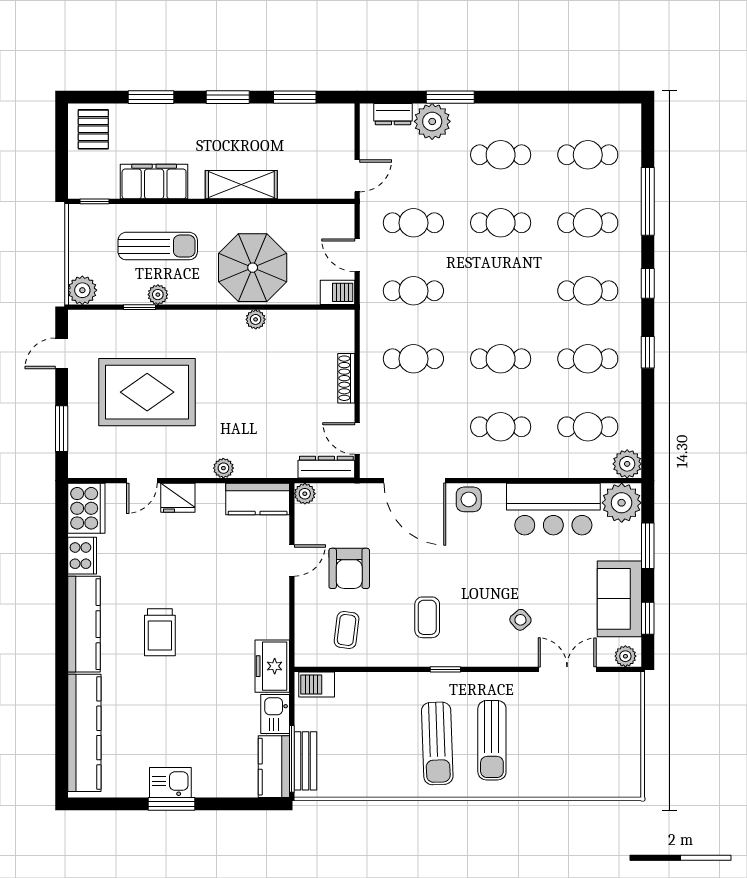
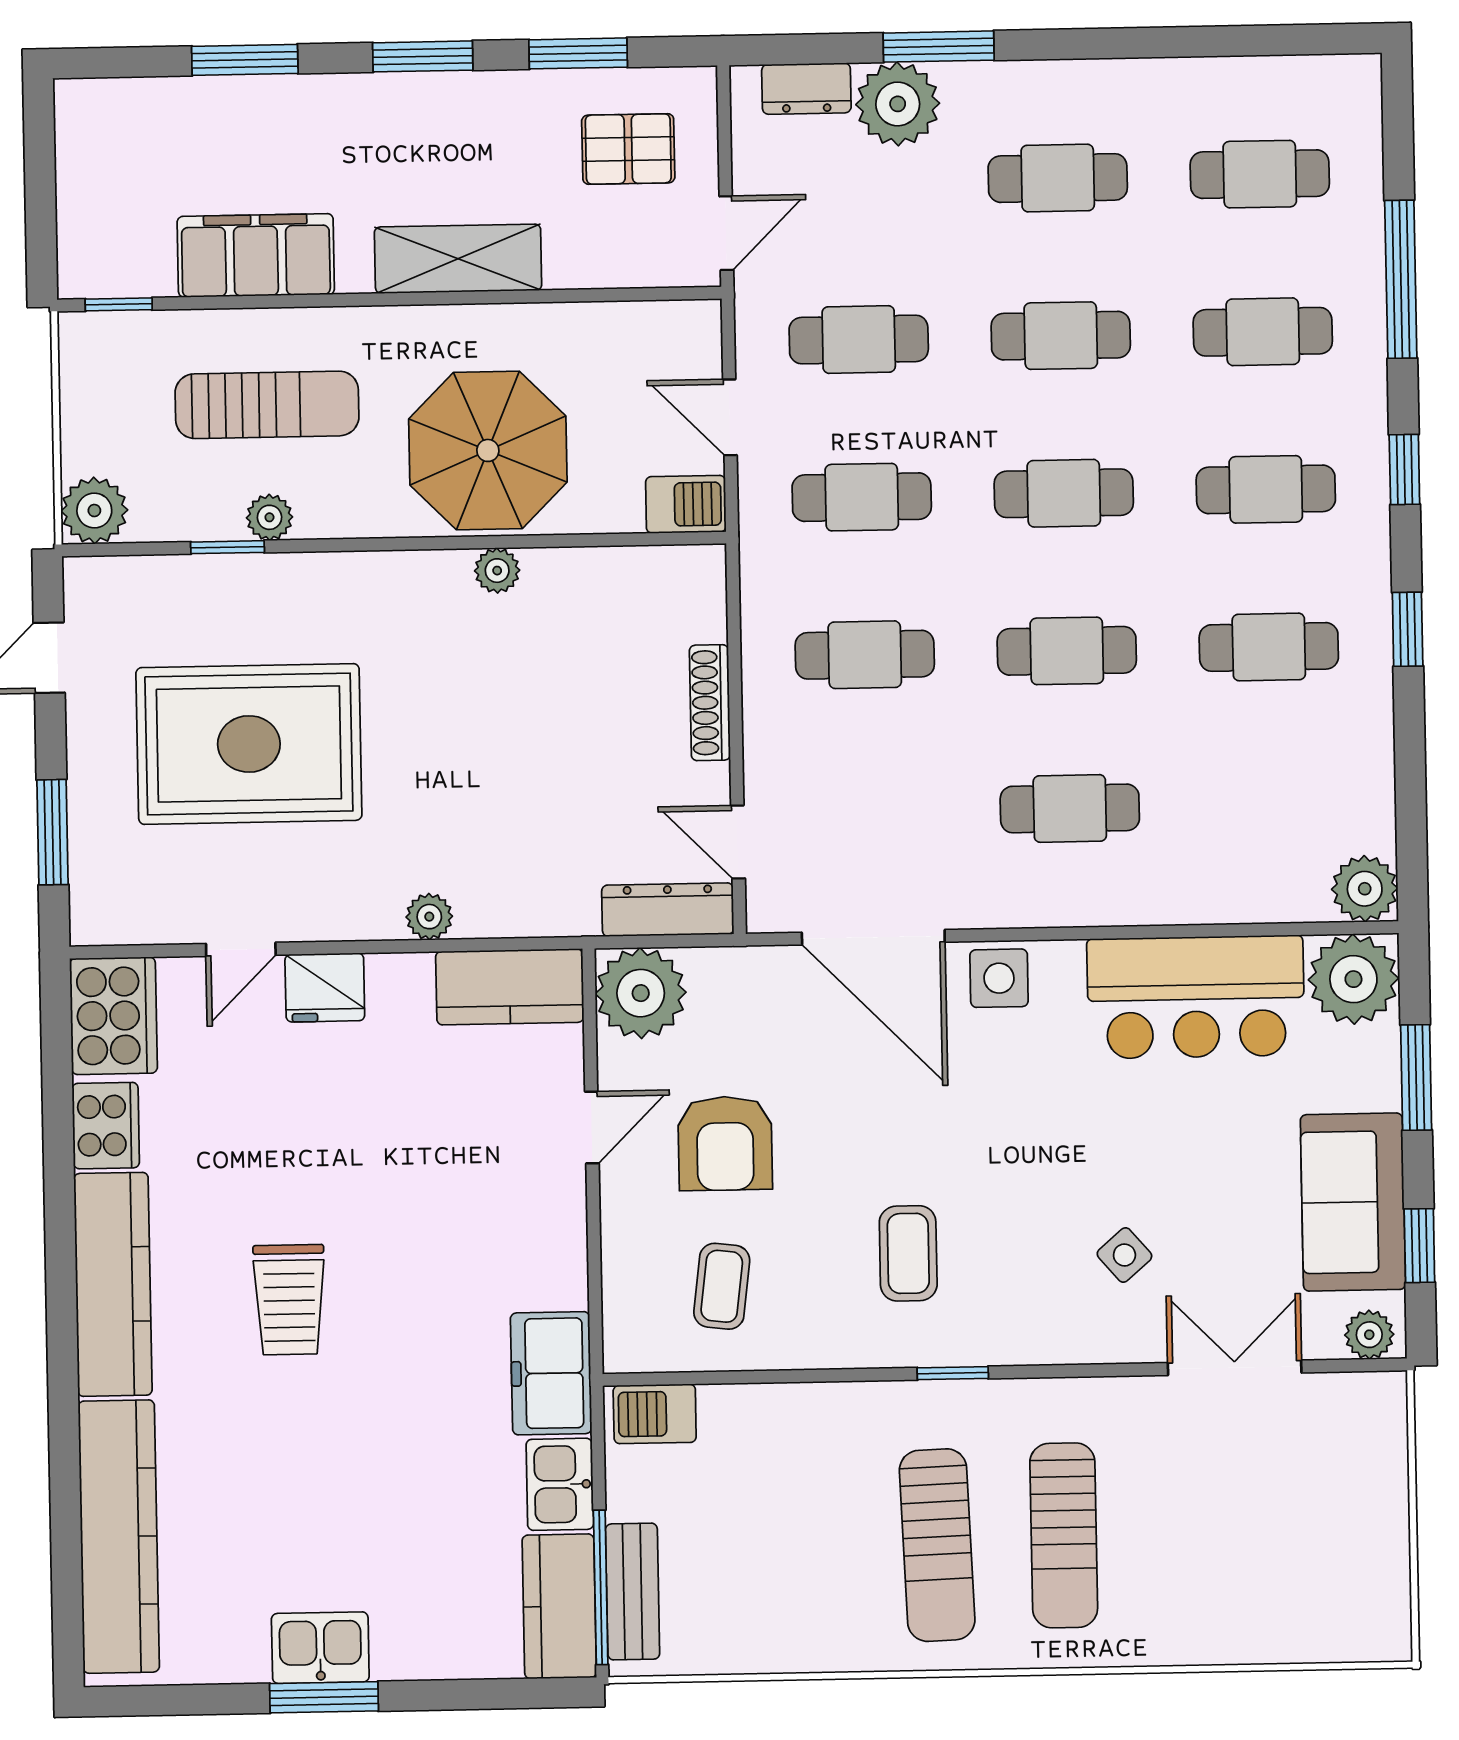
pallet: (93, 129) -> (628, 149), moved, turned 90
cafe table: (588, 427) -> (1064, 493), moved
plant: (305, 494) -> (641, 993), width x1.88, depth x1.88

